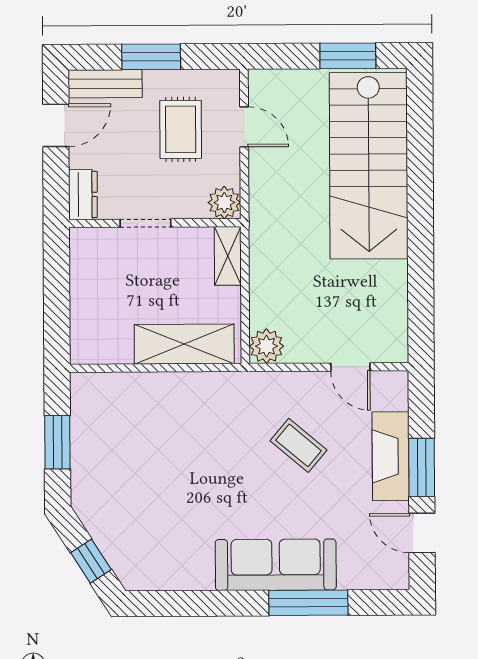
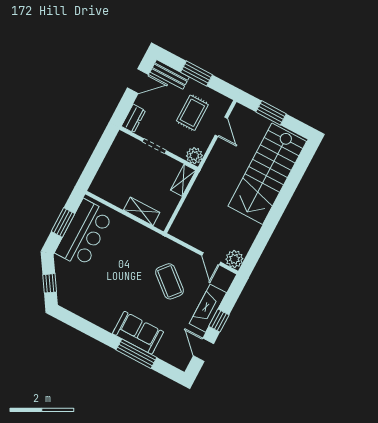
window: (348, 56) -> (271, 113), moved
shelving: (184, 344) -> (142, 211), width x0.67, depth x0.75
plant: (266, 346) -> (234, 259), moved
bar counter: (104, 442) -> (84, 233), added
coffee table: (299, 445) -> (169, 281), width x1.36, depth x1.30
window: (422, 467) -> (219, 321), width x0.67
sofa: (276, 565) -> (138, 333), width x0.73

